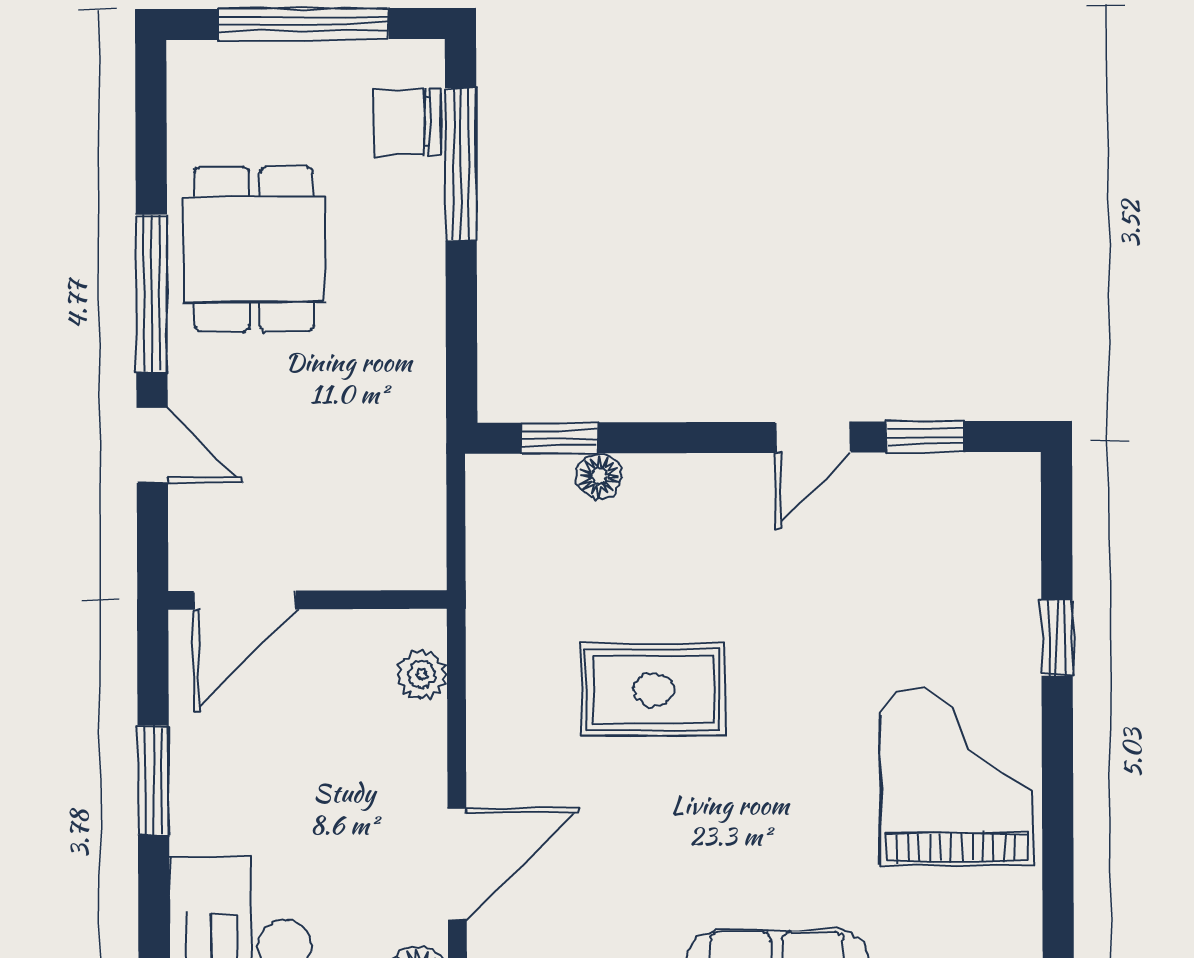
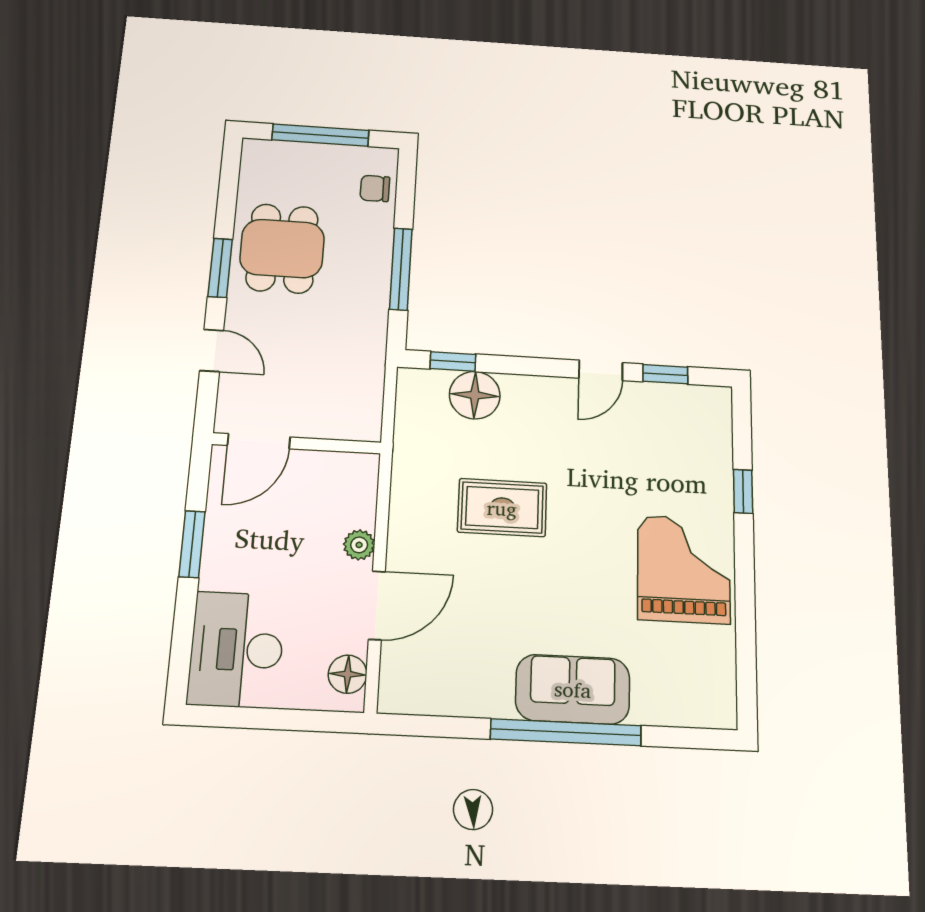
chair: (406, 122) -> (375, 188), width x0.73, depth x0.73
window: (461, 164) -> (401, 269), moved
window: (152, 293) -> (220, 268), width x0.69
floor lamp: (599, 476) -> (475, 395), width x1.89, depth x1.89
plant: (422, 674) -> (359, 545), moved

